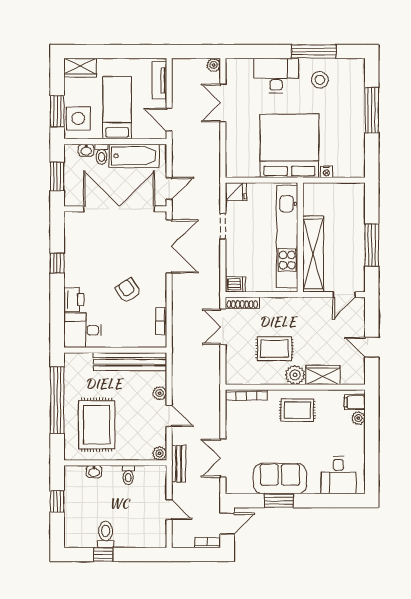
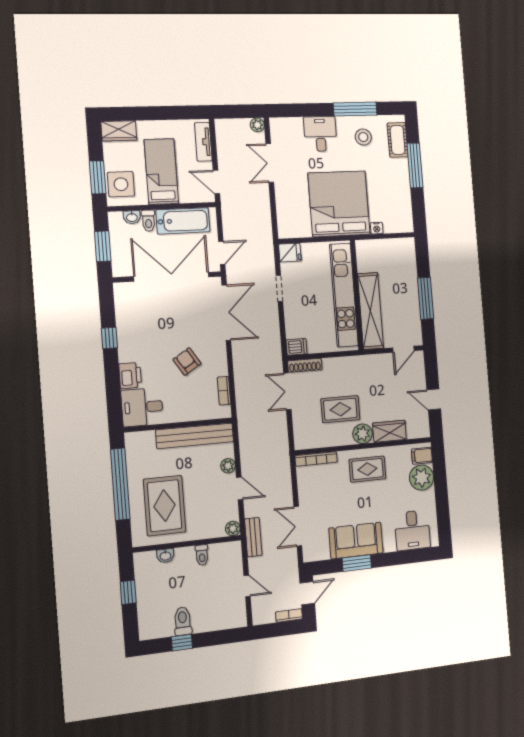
desk: (276, 76) -> (320, 134), width x0.73
cot: (356, 84) -> (398, 140), added
plant: (358, 418) -> (422, 478), width x1.88, depth x1.88

